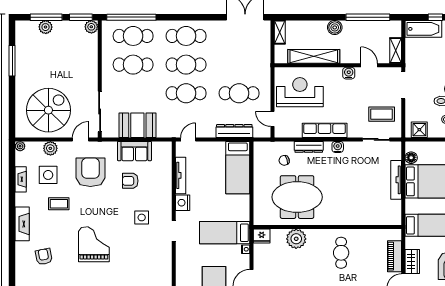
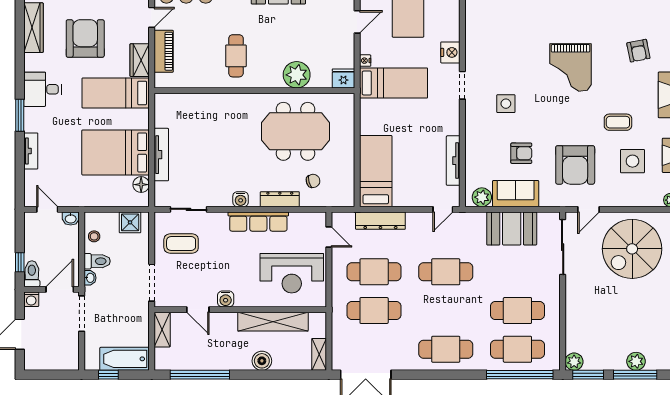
boiler: (335, 27) -> (262, 361), moved
cafe table: (186, 65) -> (374, 311), moved
plant: (50, 148) -> (482, 197), moved
nightstand: (183, 203) -> (450, 52), moved
wardrobe: (412, 261) -> (140, 60), moved

